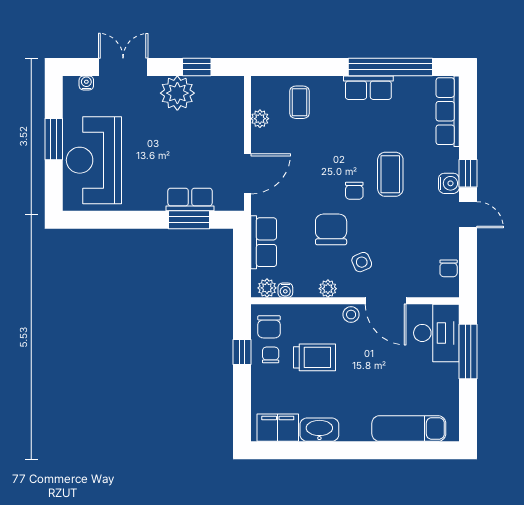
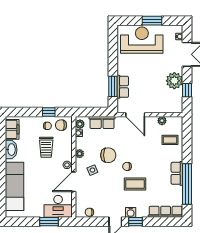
window: (468, 352) -> (49, 222), width x0.69
exam couch: (409, 428) -> (15, 186), width x1.36, depth x1.45

